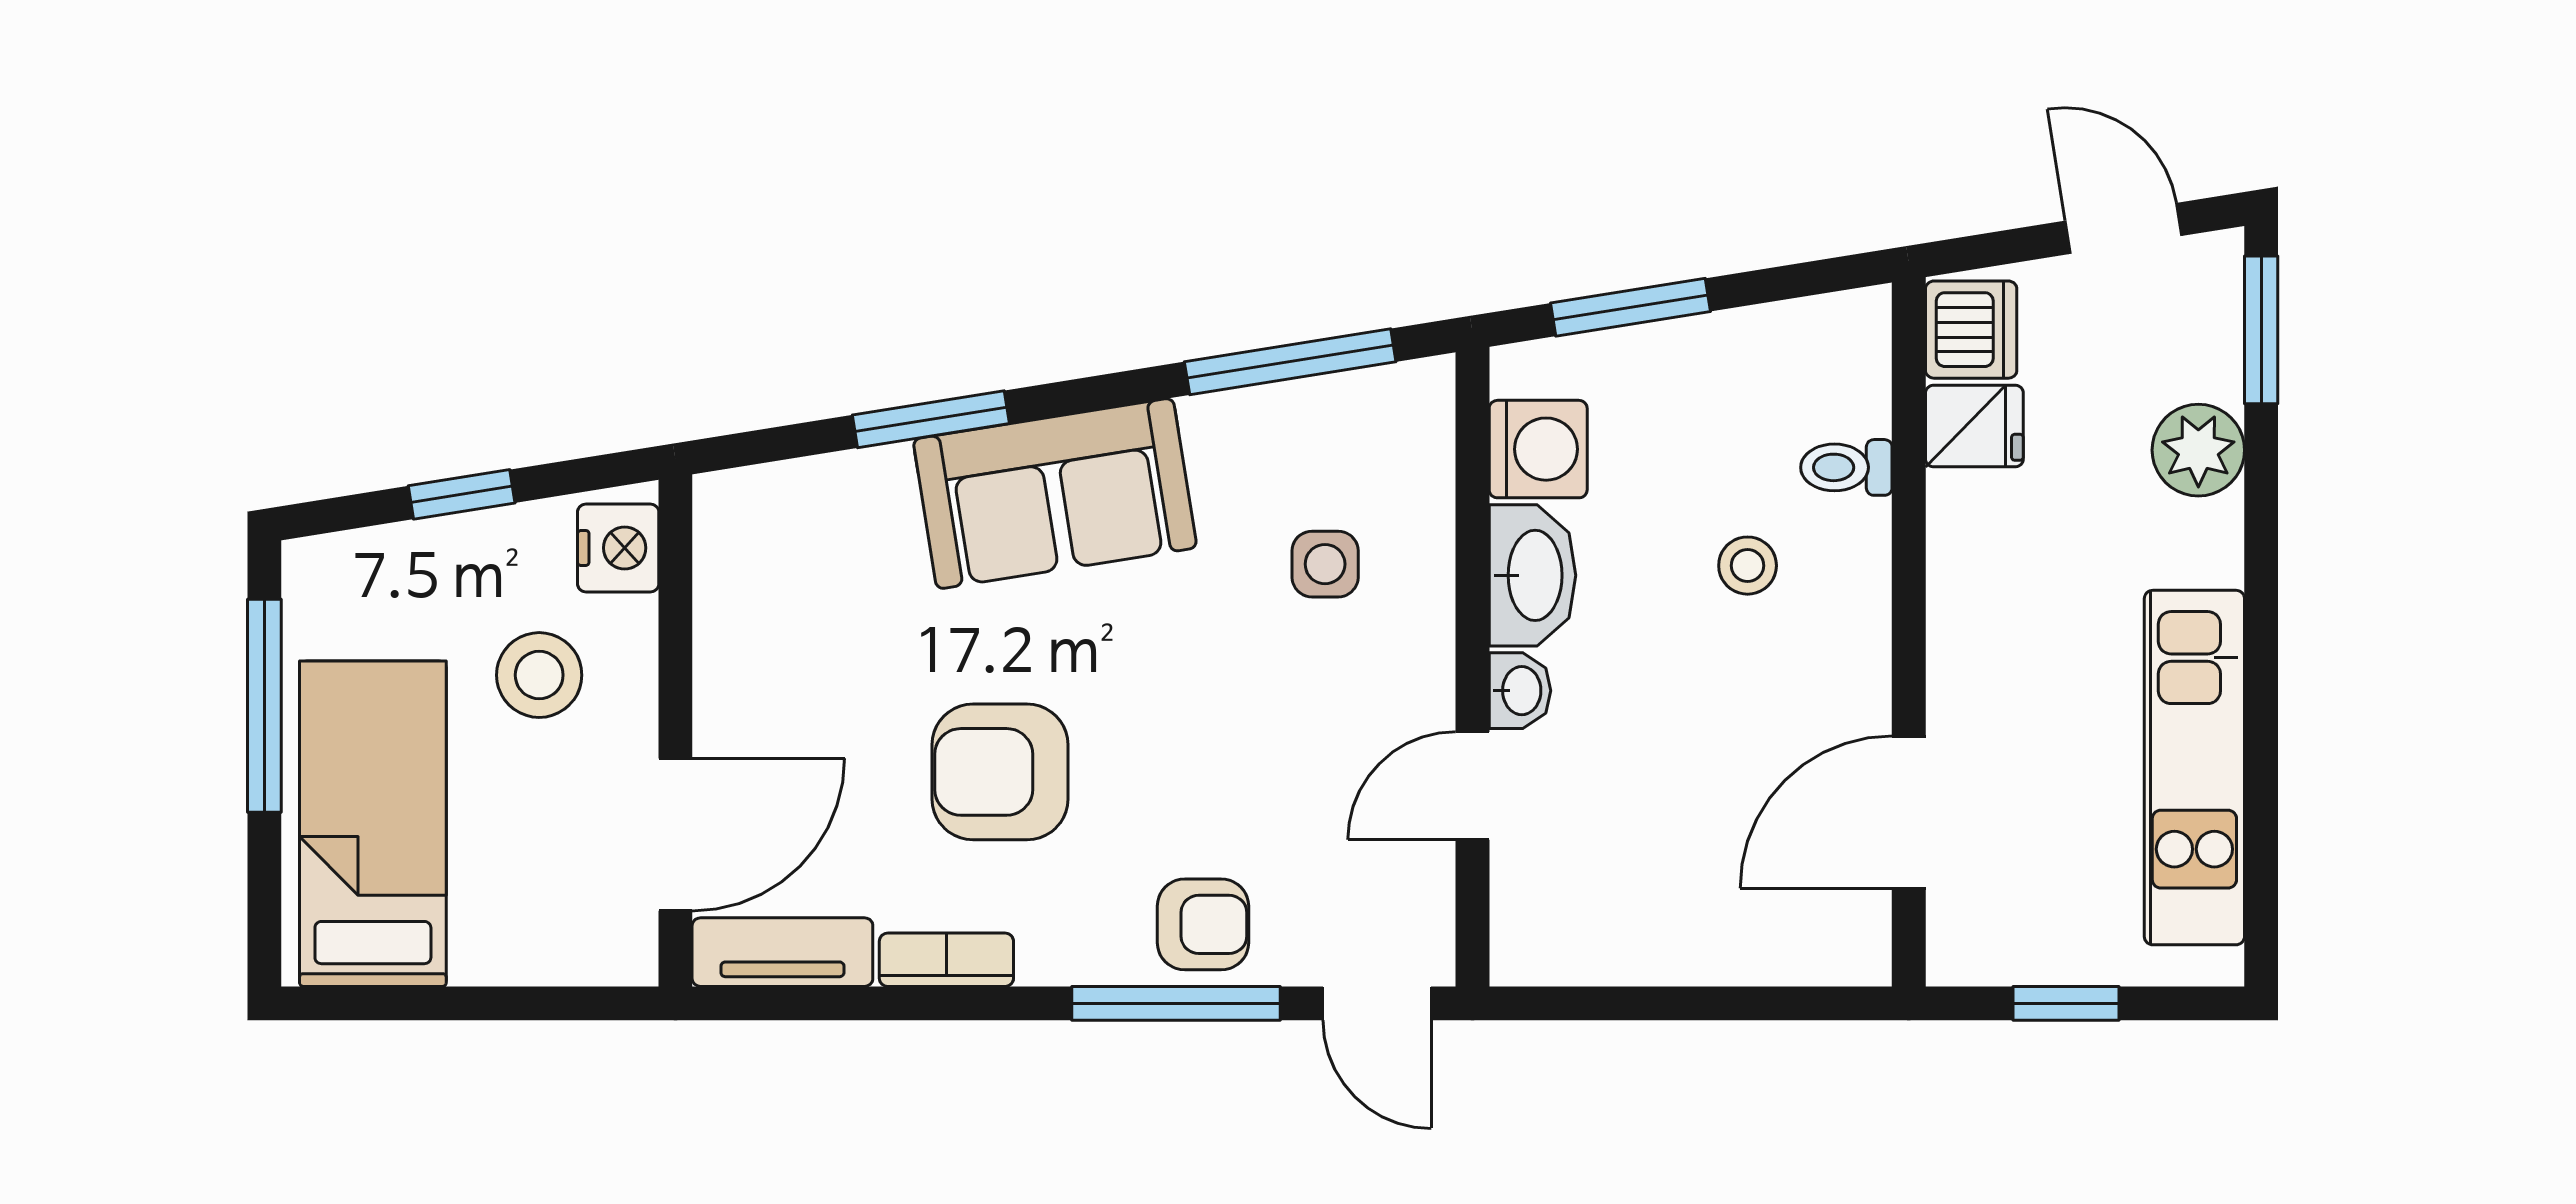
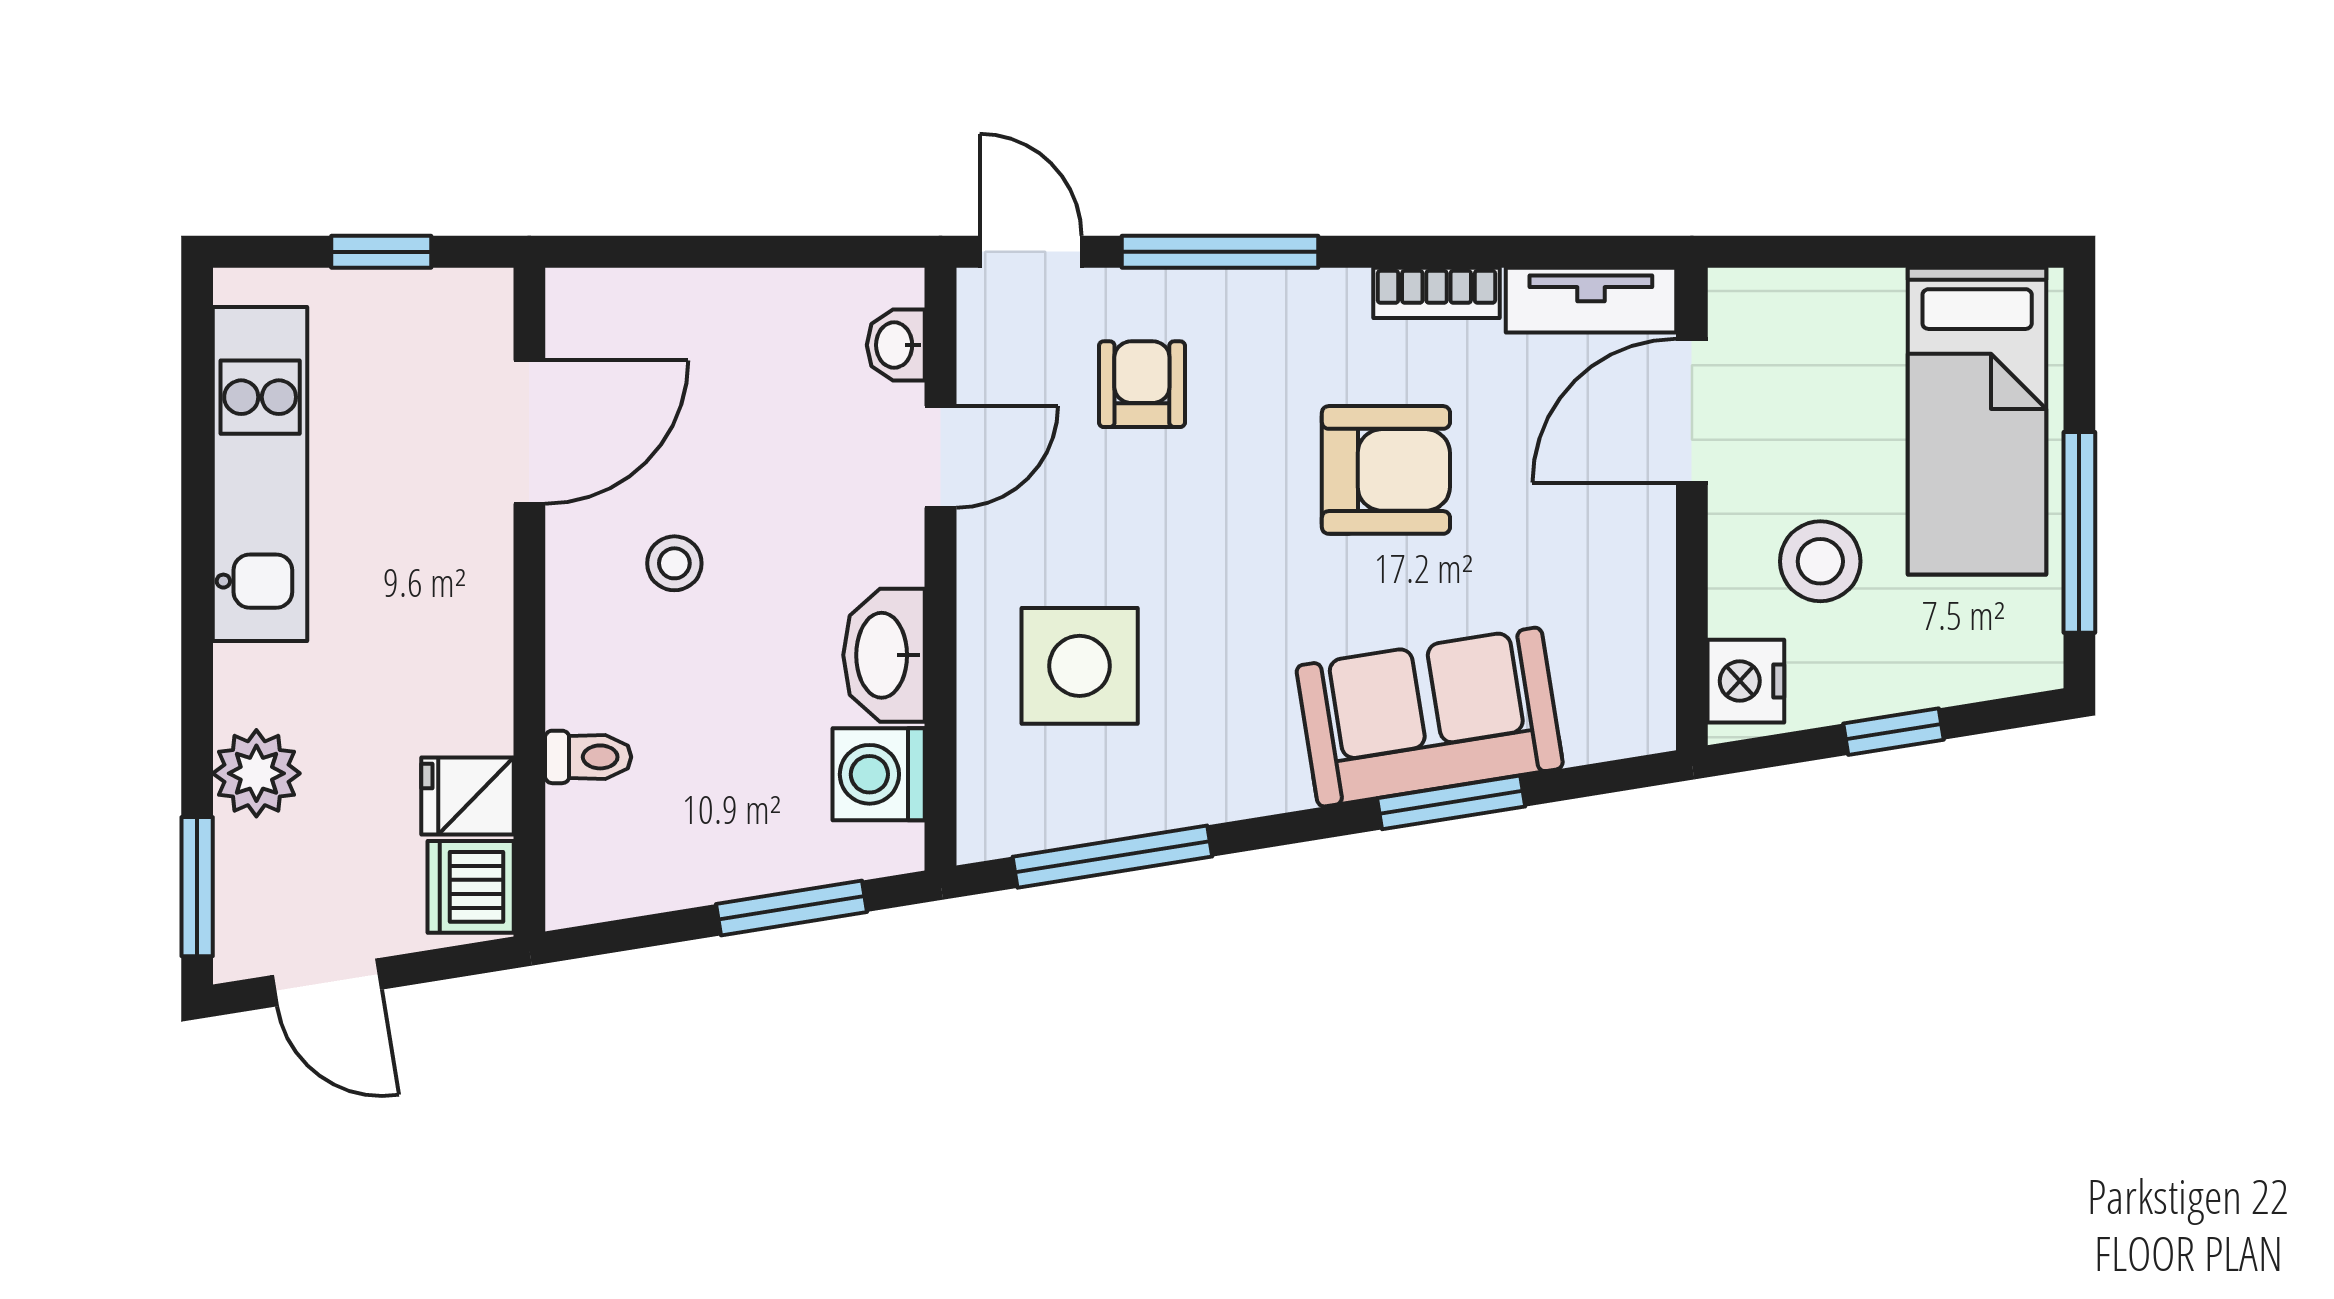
sofa: (1055, 494) -> (1430, 717), moved
side table: (1325, 564) -> (1080, 666), width x1.87, depth x1.87
stool: (1748, 566) -> (674, 563), moved
washbasin: (1520, 691) -> (896, 345), moved
armchair: (1203, 924) -> (1142, 384), moved, turned 90

